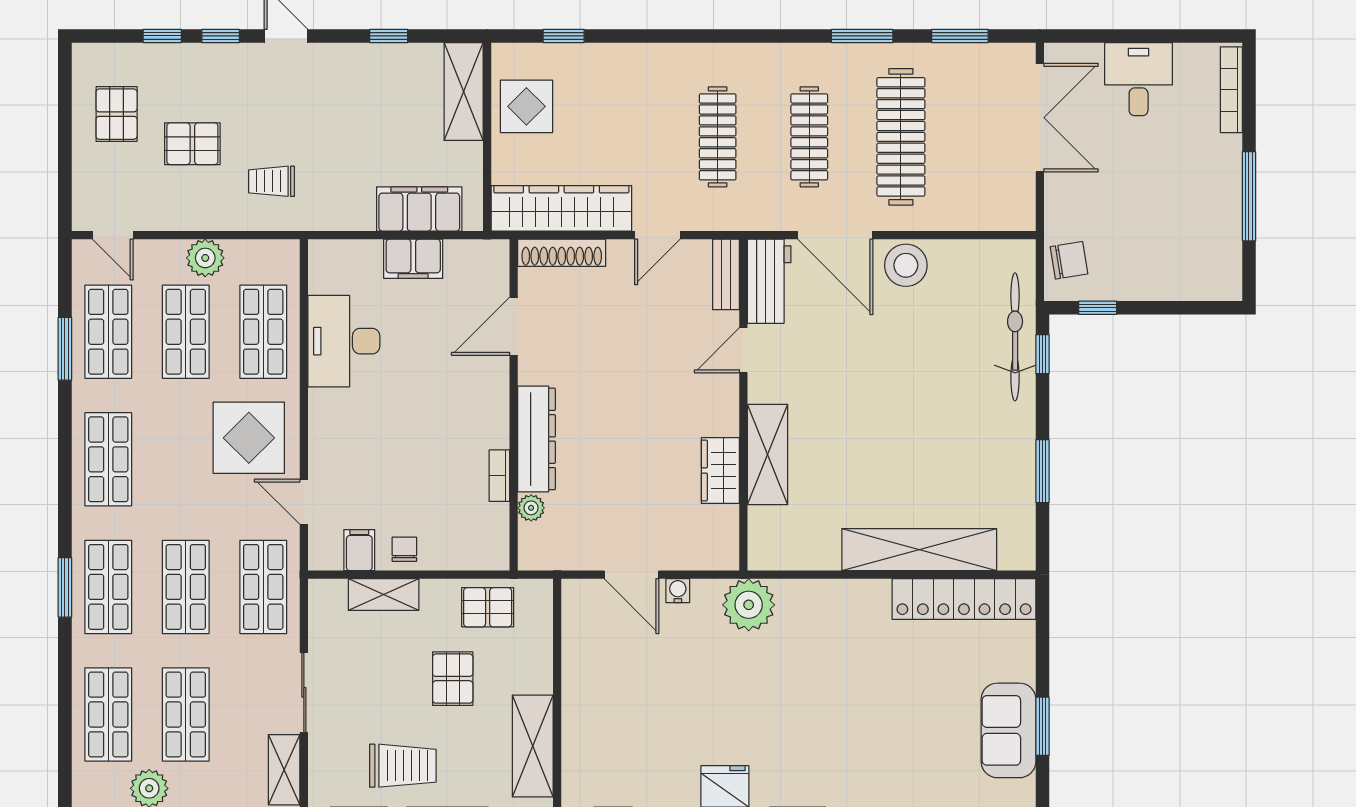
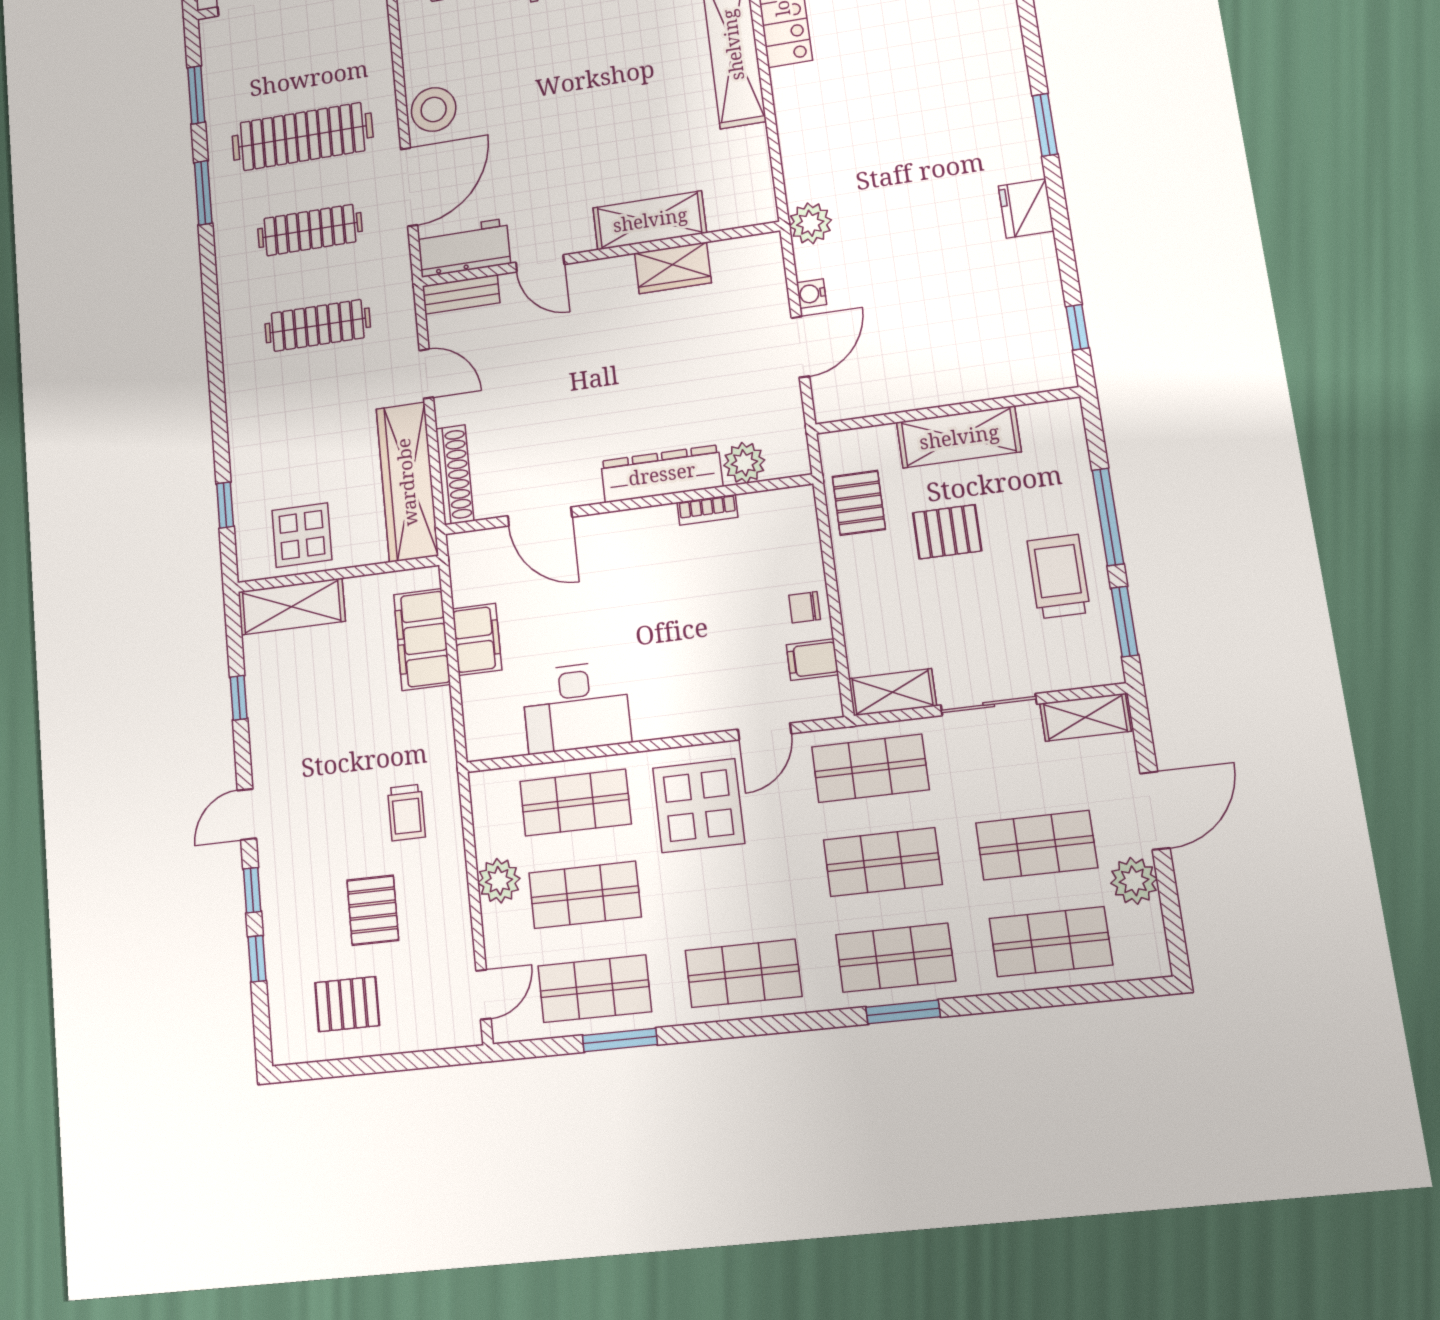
plant: (531, 508) -> (744, 463), width x1.38, depth x1.38
shelving: (384, 595) -> (892, 692), moved, turned 90
plant: (749, 605) -> (810, 223), width x0.73, depth x0.73
shelving: (533, 746) -> (959, 437), moved

